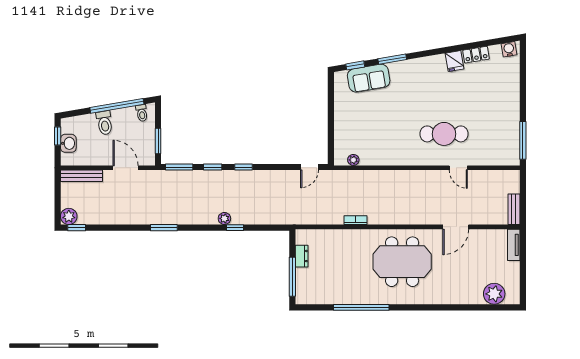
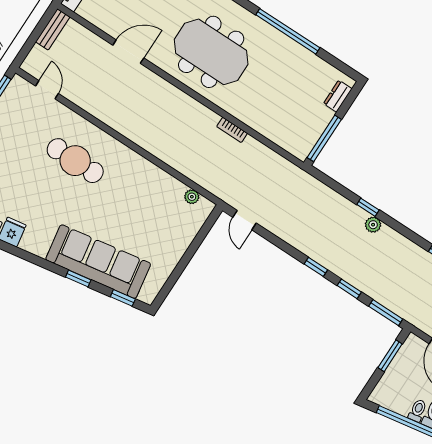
window: (392, 59) -> (78, 278), width x0.67
sofa: (369, 78) -> (98, 262), width x1.85, depth x1.27
toilet: (142, 113) -> (418, 411), moved
door: (309, 167) -> (244, 220), swing flipped
door: (458, 168) -> (47, 90), moved
dresser: (302, 256) -> (338, 96), moved
window: (292, 277) -> (324, 138), moved

